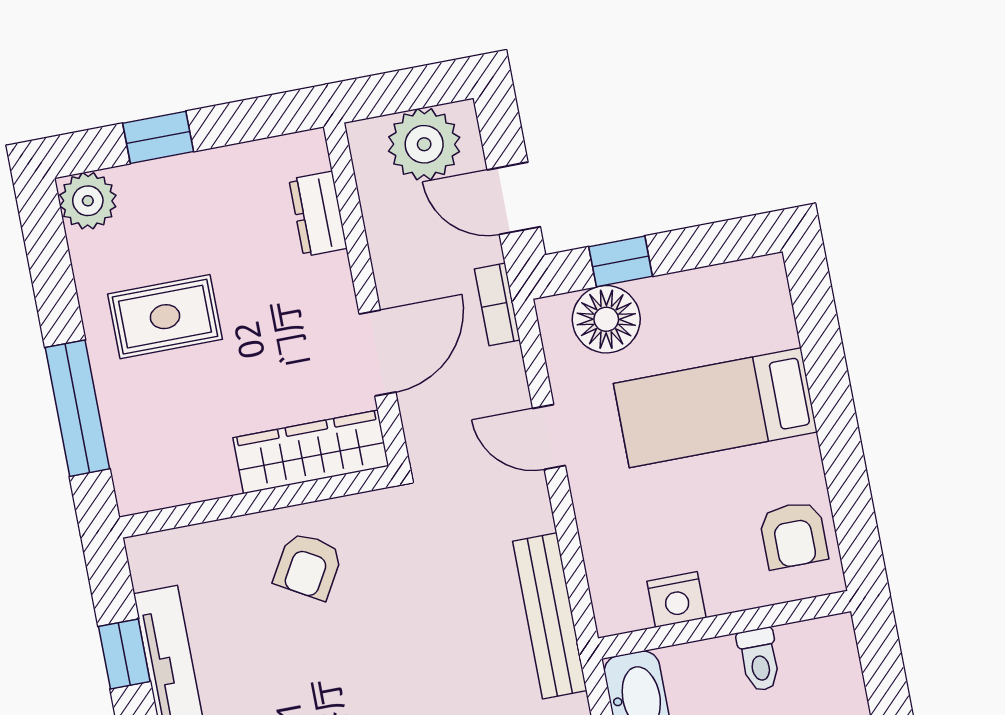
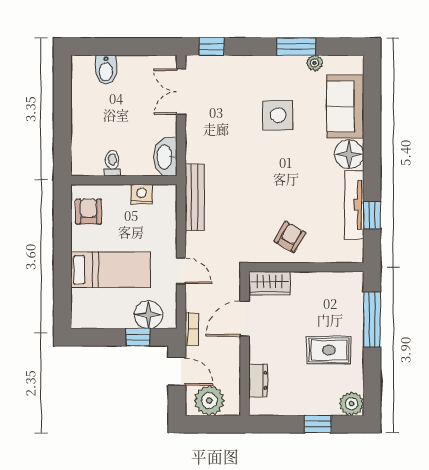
wardrobe: (311, 452) -> (270, 283), width x0.67

